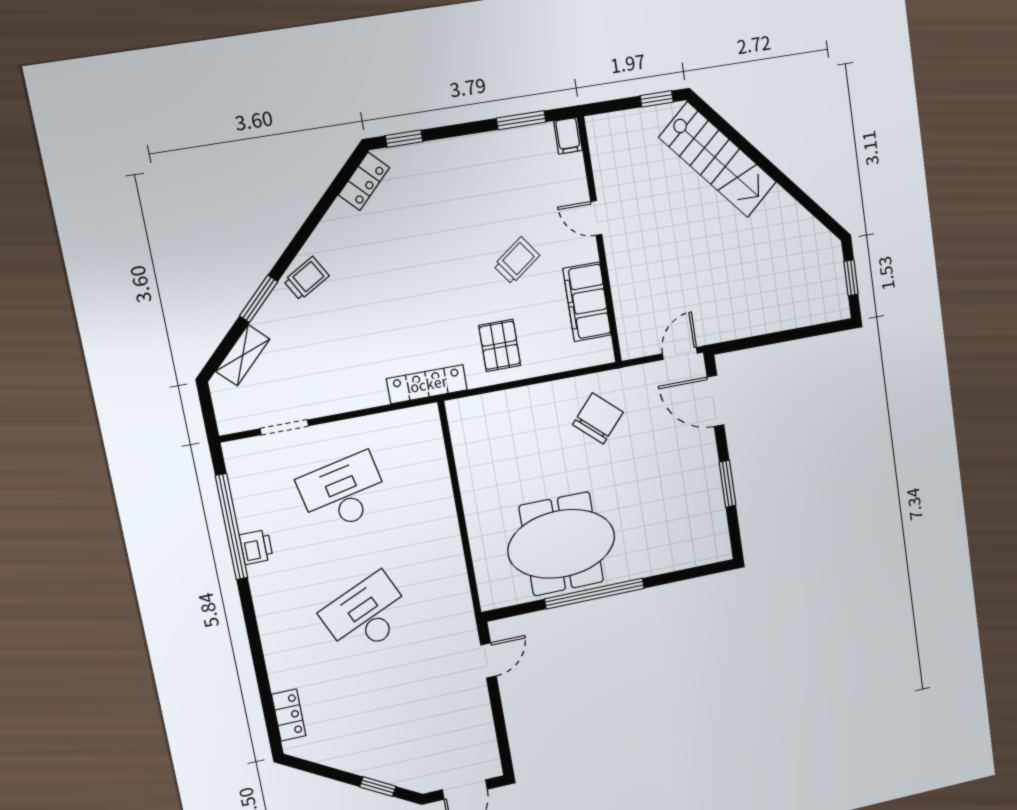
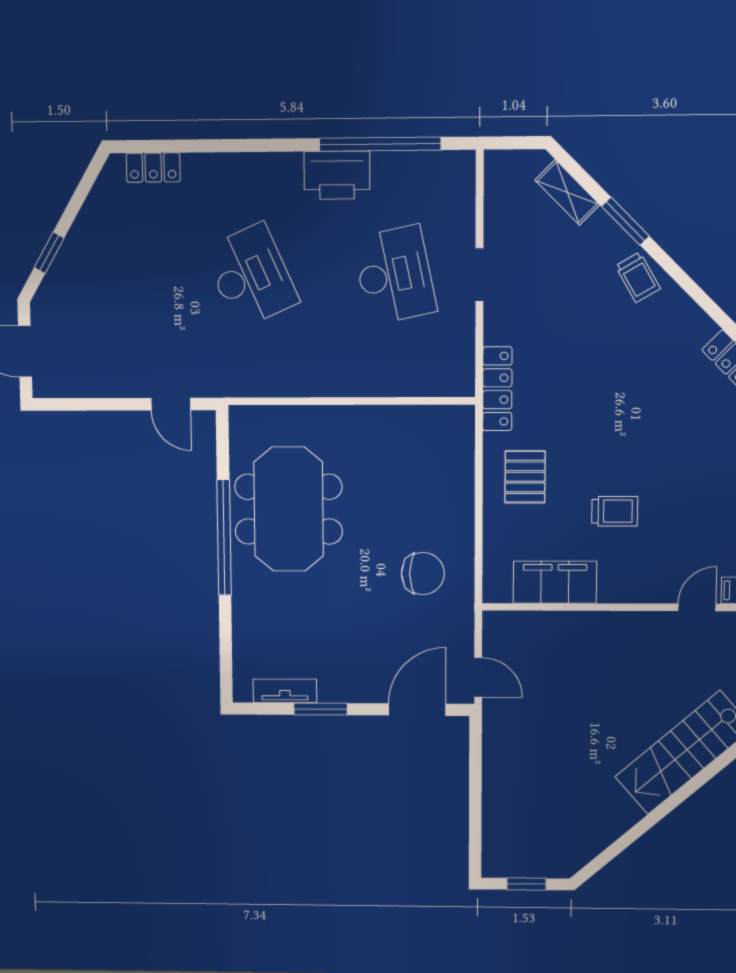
door: (596, 218) -> (697, 607), moved
trolley: (516, 261) -> (615, 511), turned -54
pallet: (500, 345) -> (525, 477), turned 90
chair: (598, 418) -> (423, 573), turned -42
doorway: (284, 427) -> (479, 275), moved
tv unit: (717, 517) -> (285, 691), added
printer: (256, 547) -> (337, 175), width x1.87, depth x1.48

